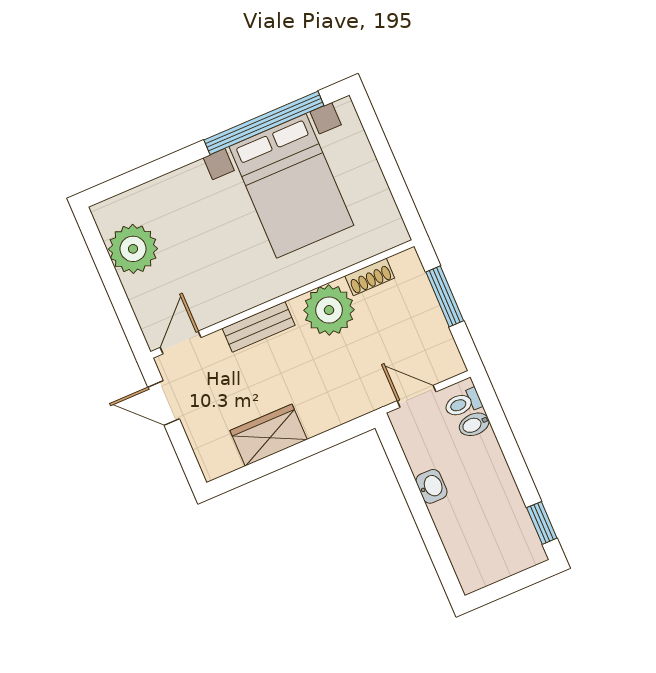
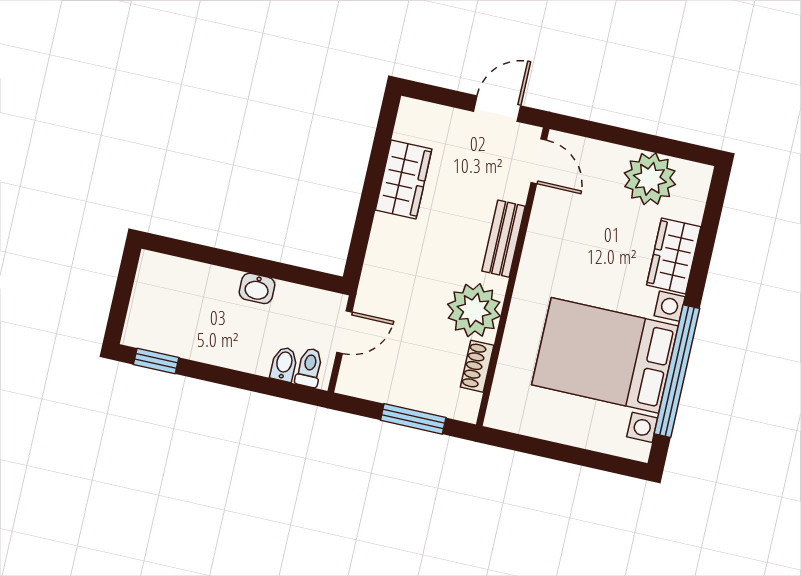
wardrobe: (178, 188) -> (674, 256), added

